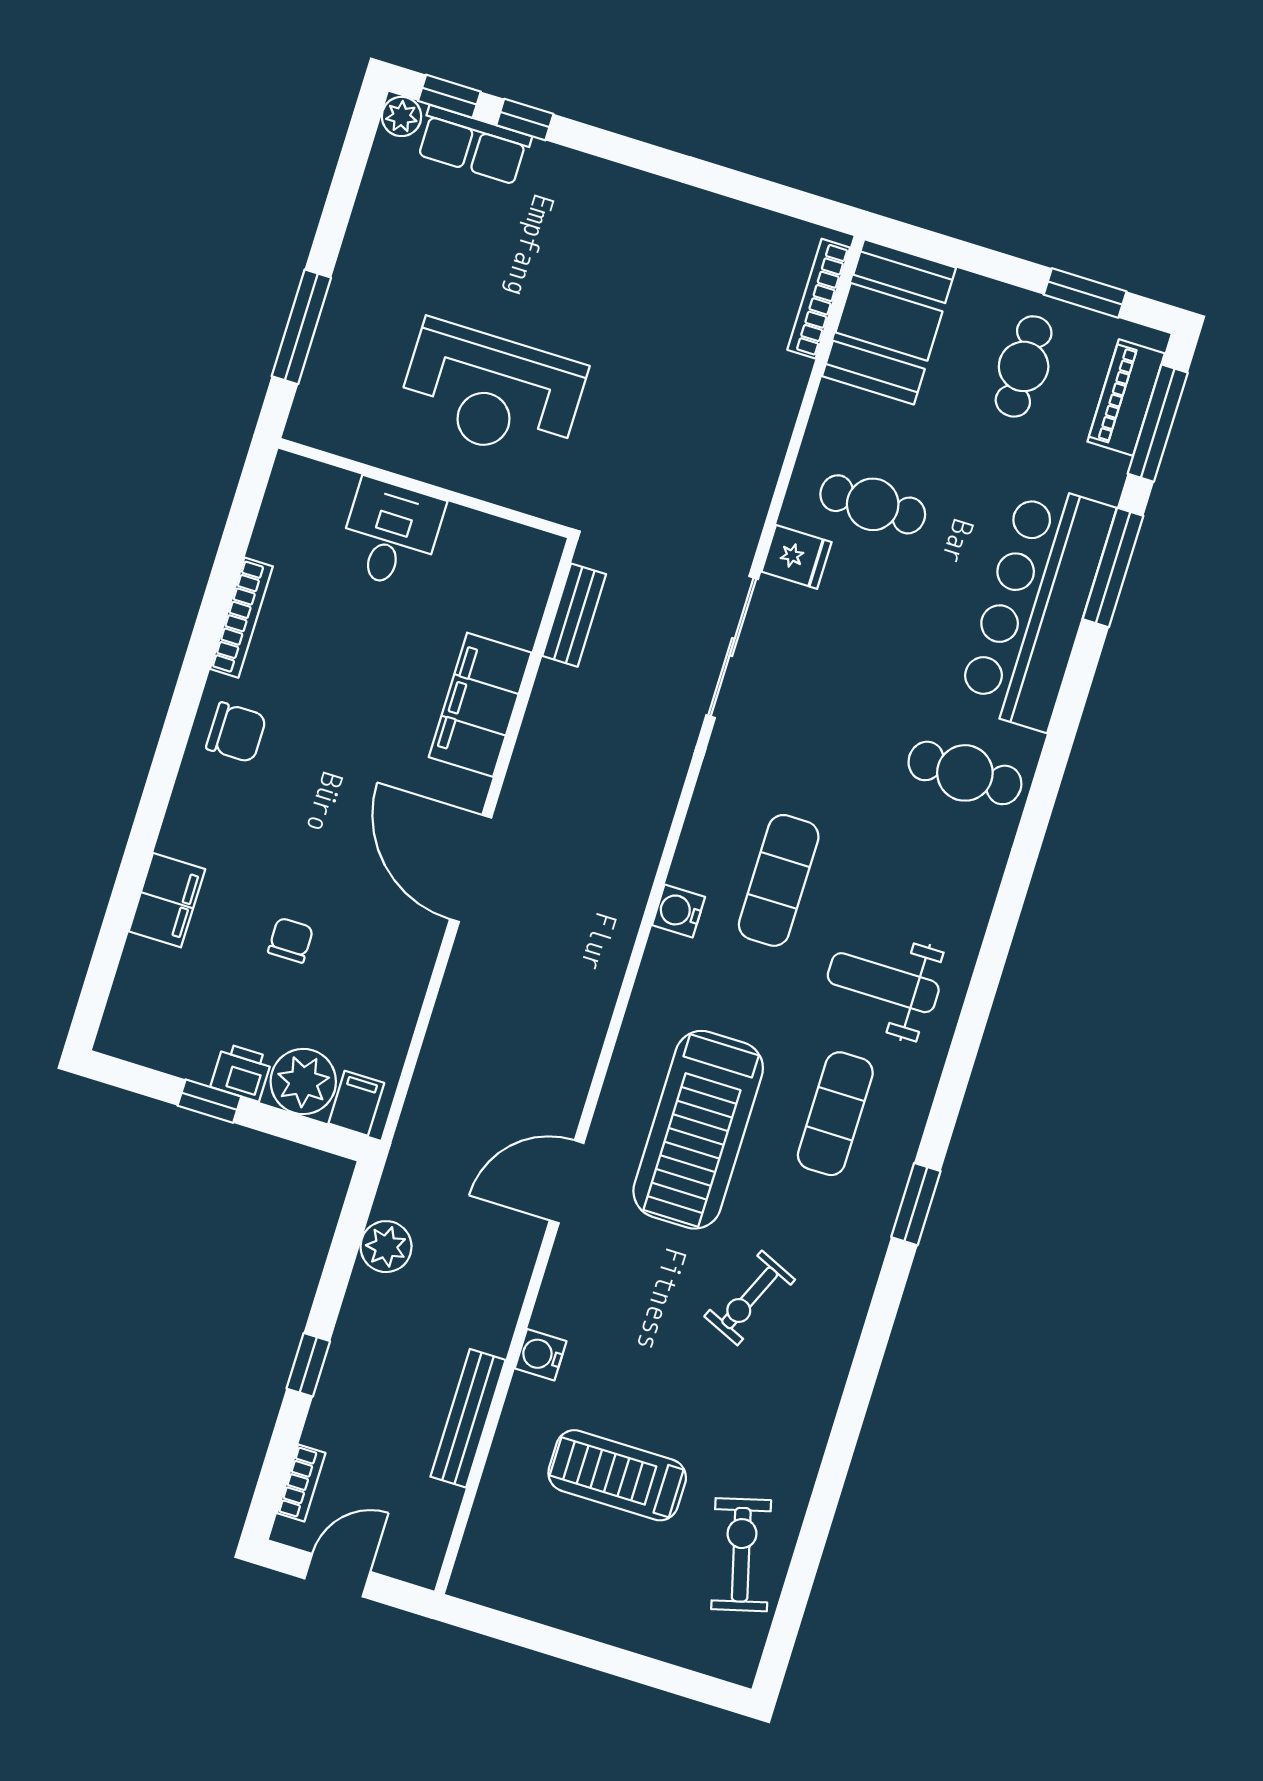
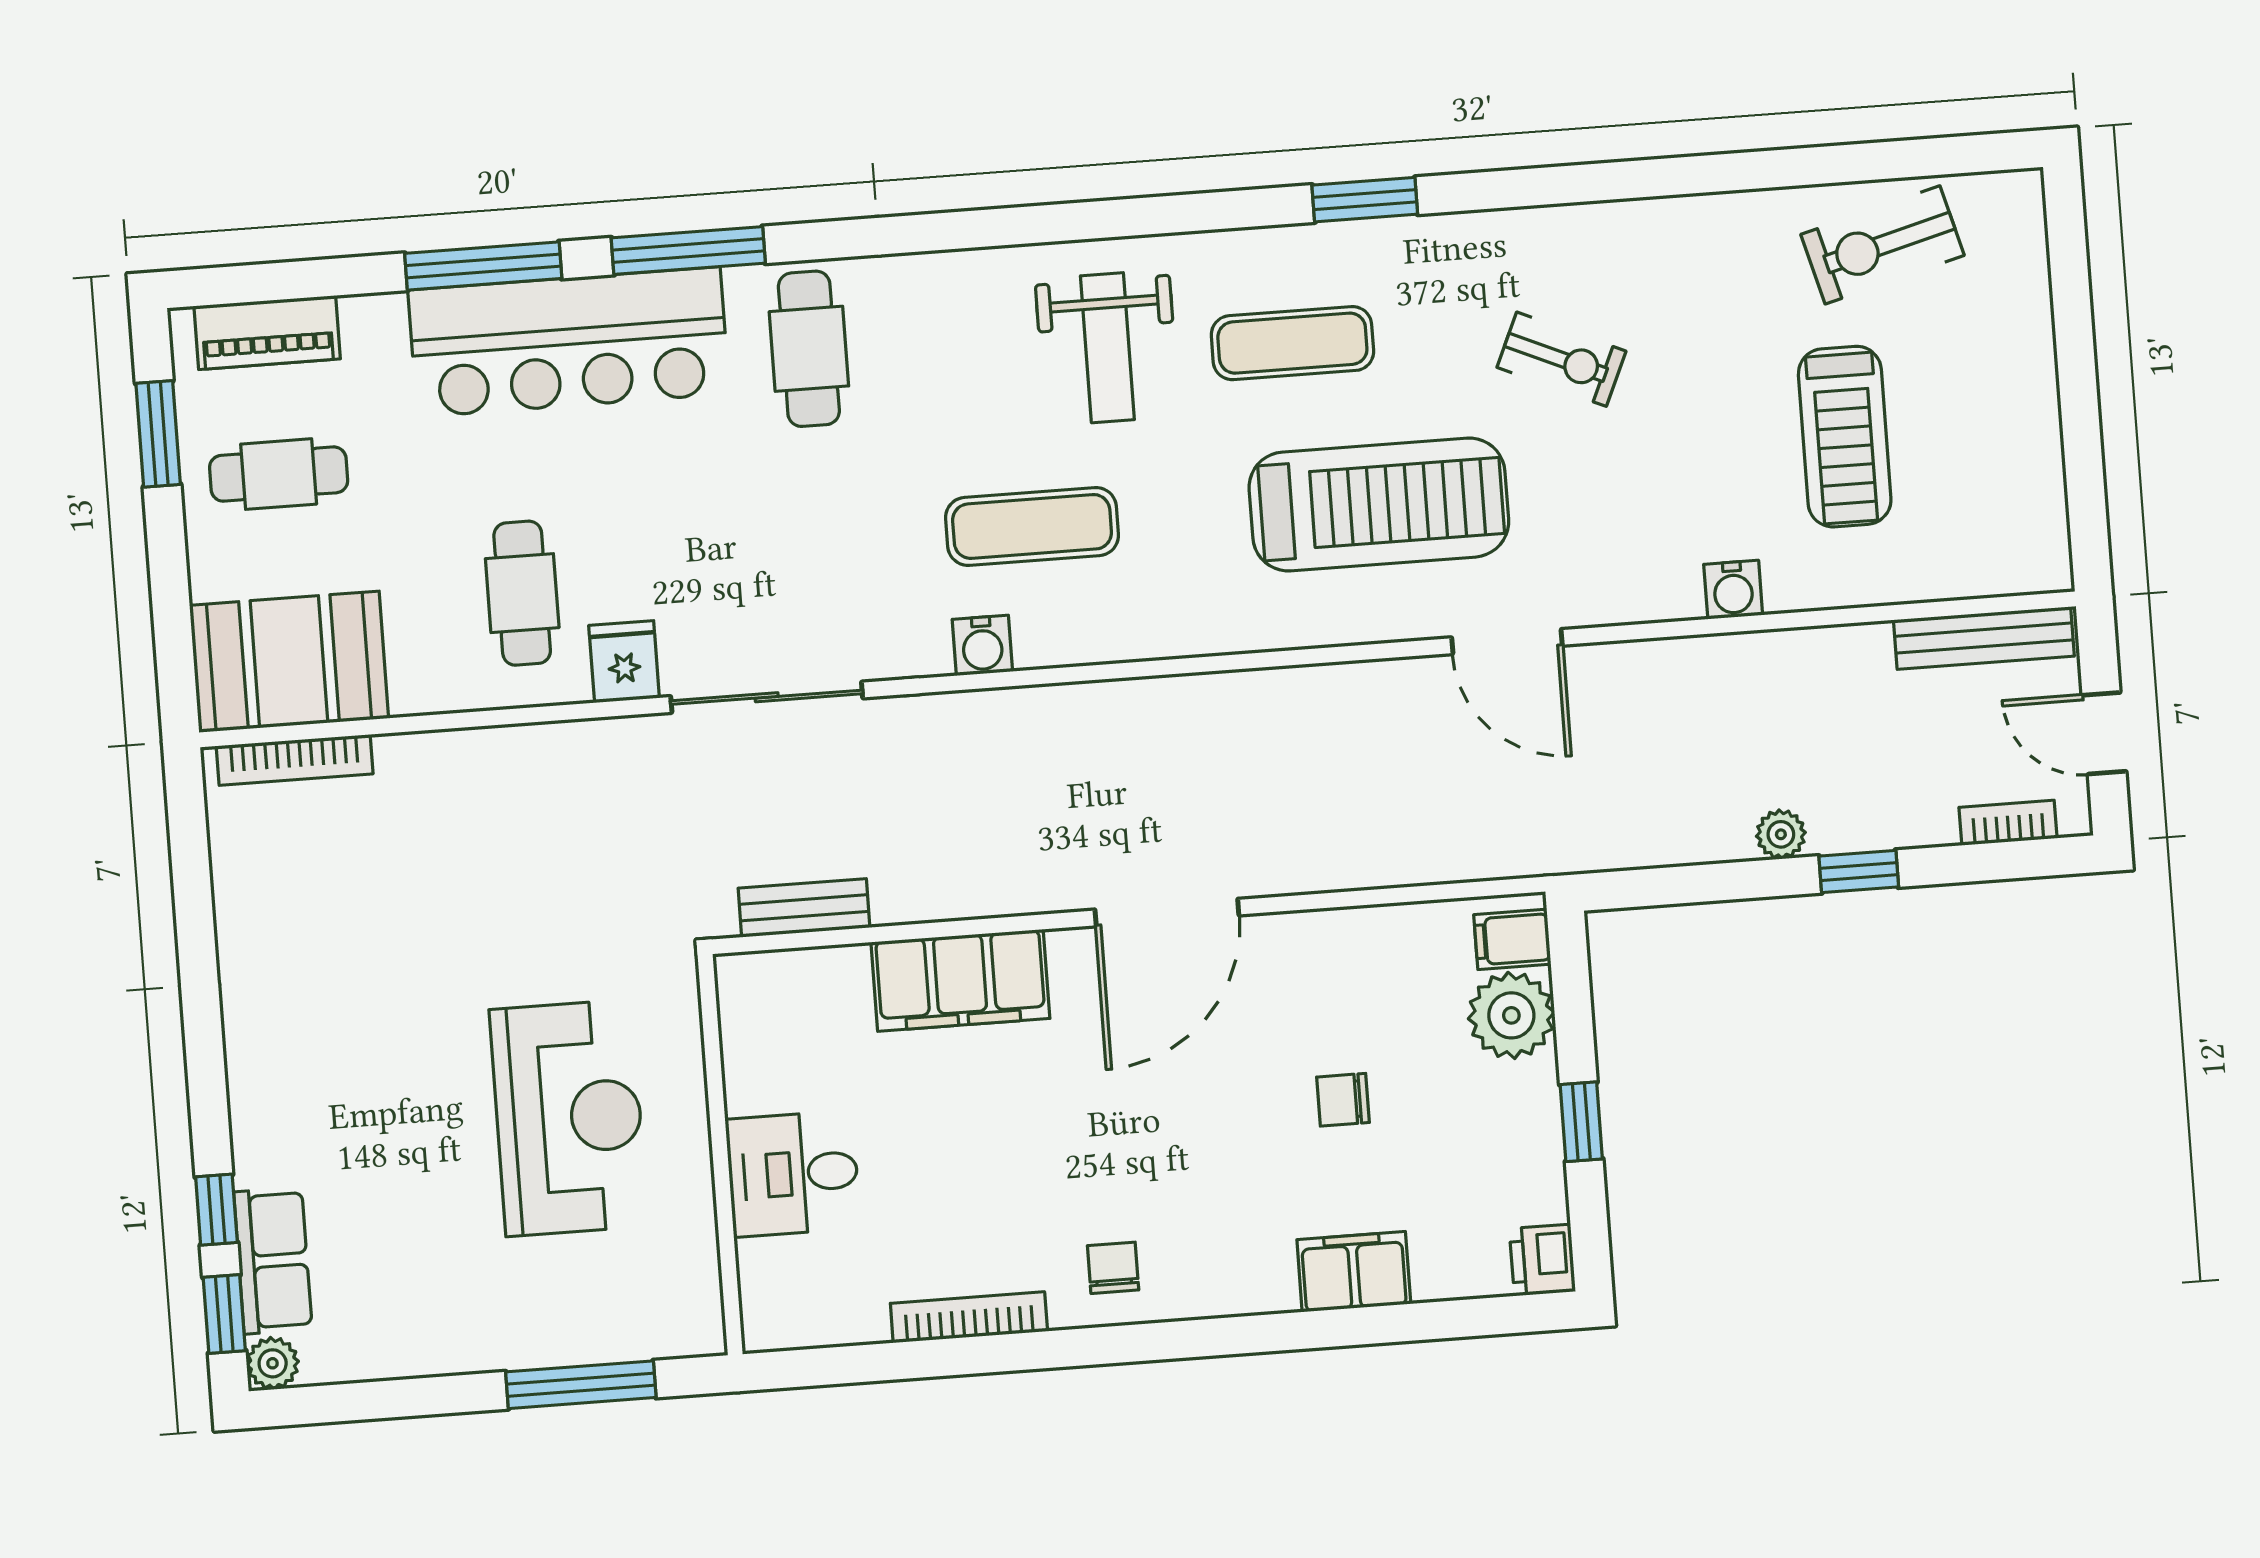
window: (1158, 423) -> (688, 251), moved
chair: (236, 732) -> (1113, 1268), width x0.73, depth x0.73
water cooler: (679, 911) -> (982, 645), moved
printer: (241, 1072) -> (1542, 1260), moved
plant: (386, 1247) -> (1781, 834), moved, width x0.73, depth x0.73
bench: (468, 1418) -> (1984, 638), moved

